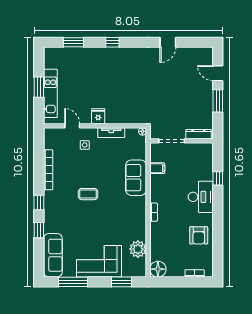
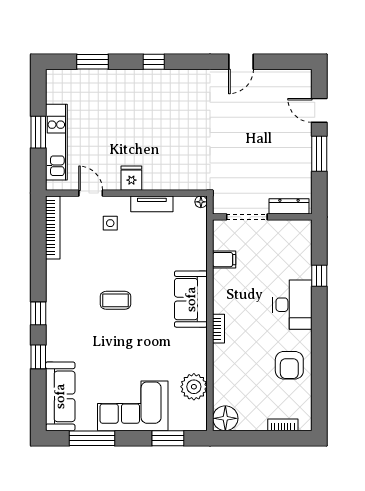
bookcase: (48, 170) -> (53, 227), moved
sofa: (136, 178) -> (191, 299), moved

